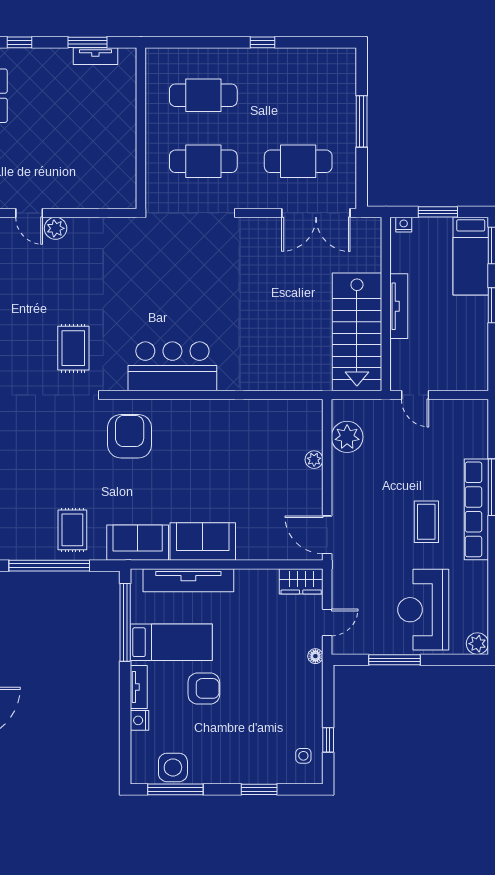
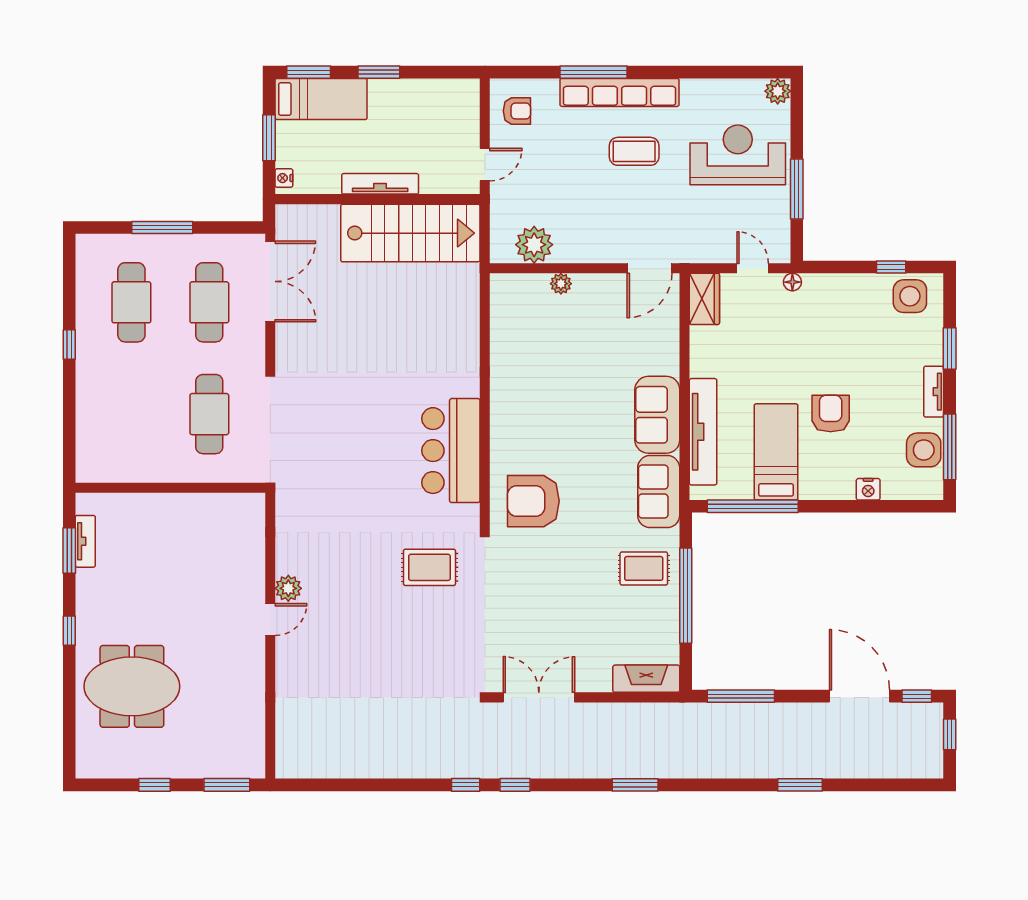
cafe table: (203, 95) -> (131, 302), moved
armchair: (461, 422) -> (517, 111), added
reception desk: (423, 610) -> (738, 155), turned 180
tv unit: (139, 687) -> (934, 392), moved, turned -90
side table: (303, 756) -> (910, 296), width x1.87, depth x1.87

